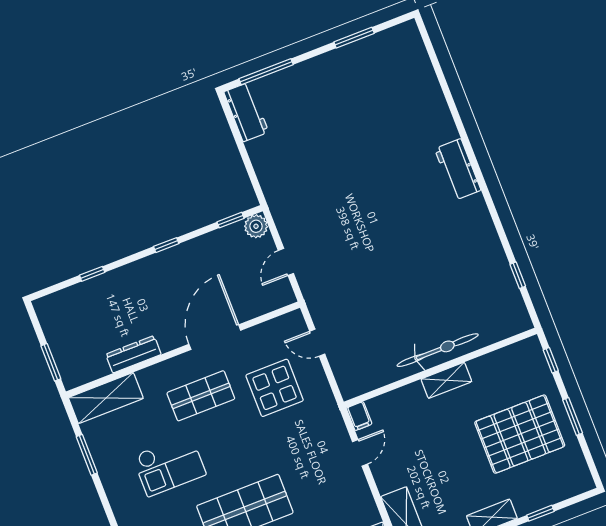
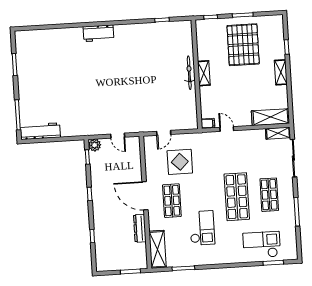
workbench: (246, 112) -> (40, 131), width x1.38
door: (215, 337) -> (145, 196), moved
bicycle: (438, 350) -> (189, 73), width x0.73, depth x0.71

